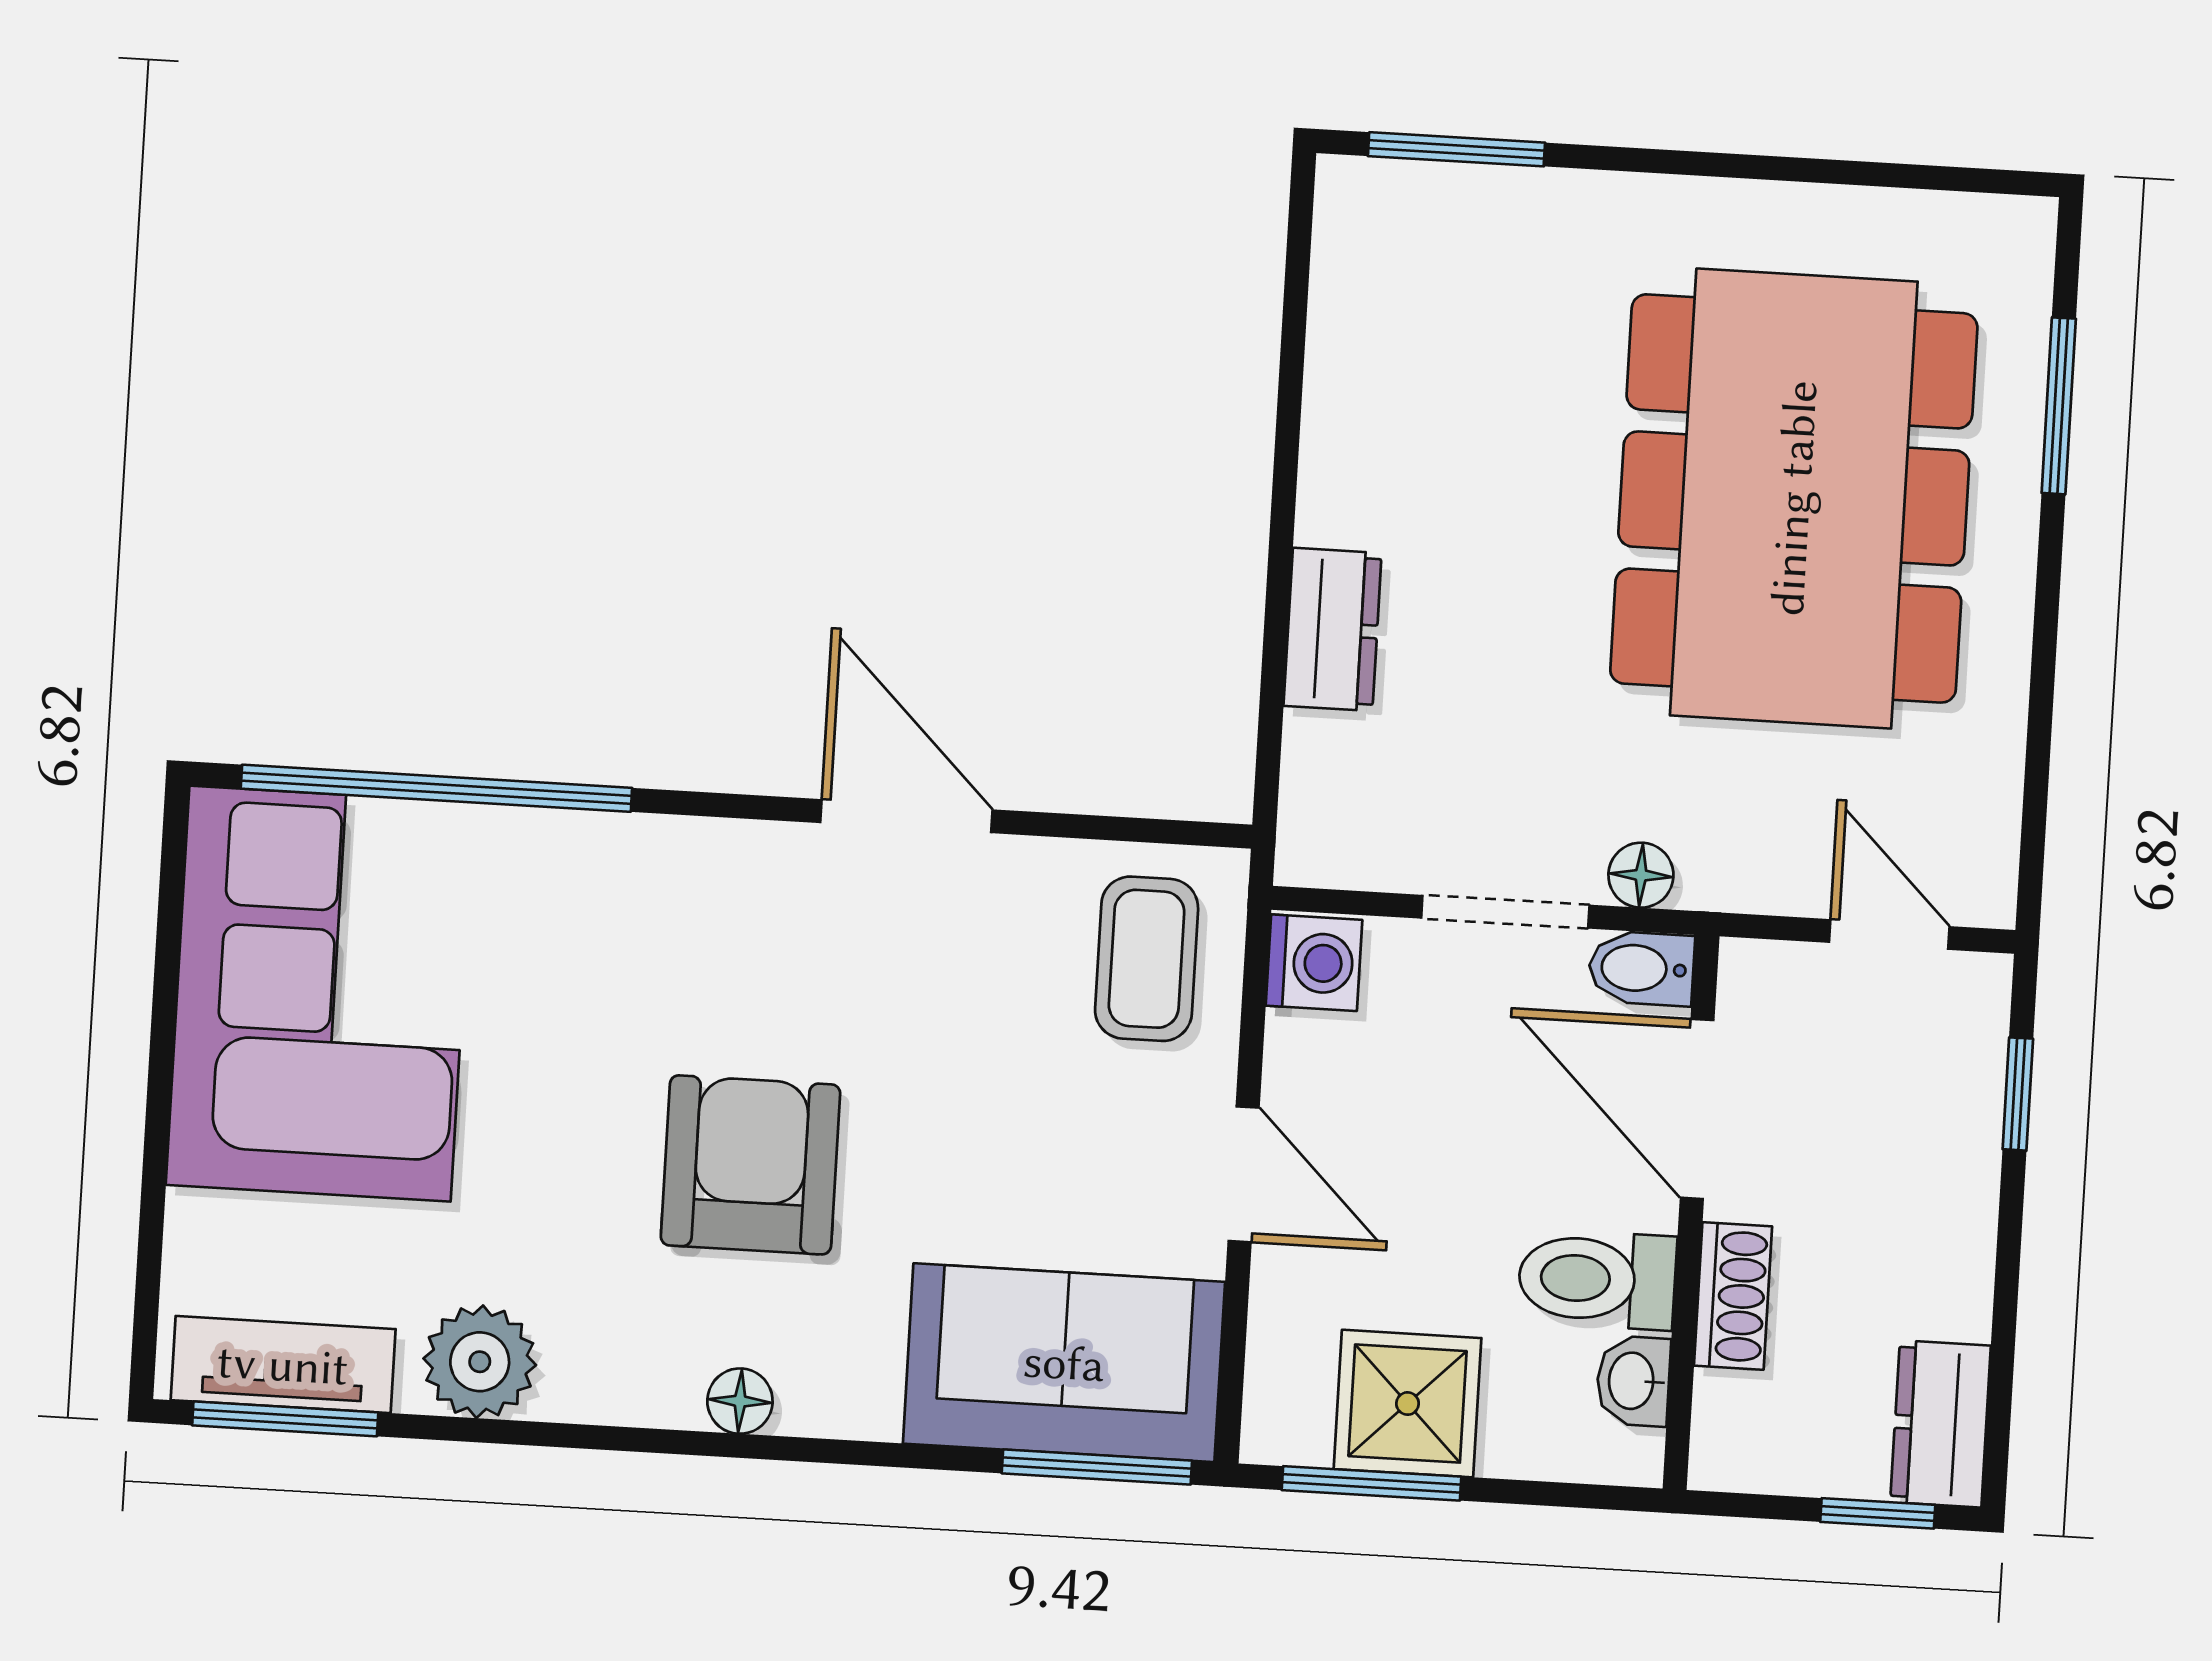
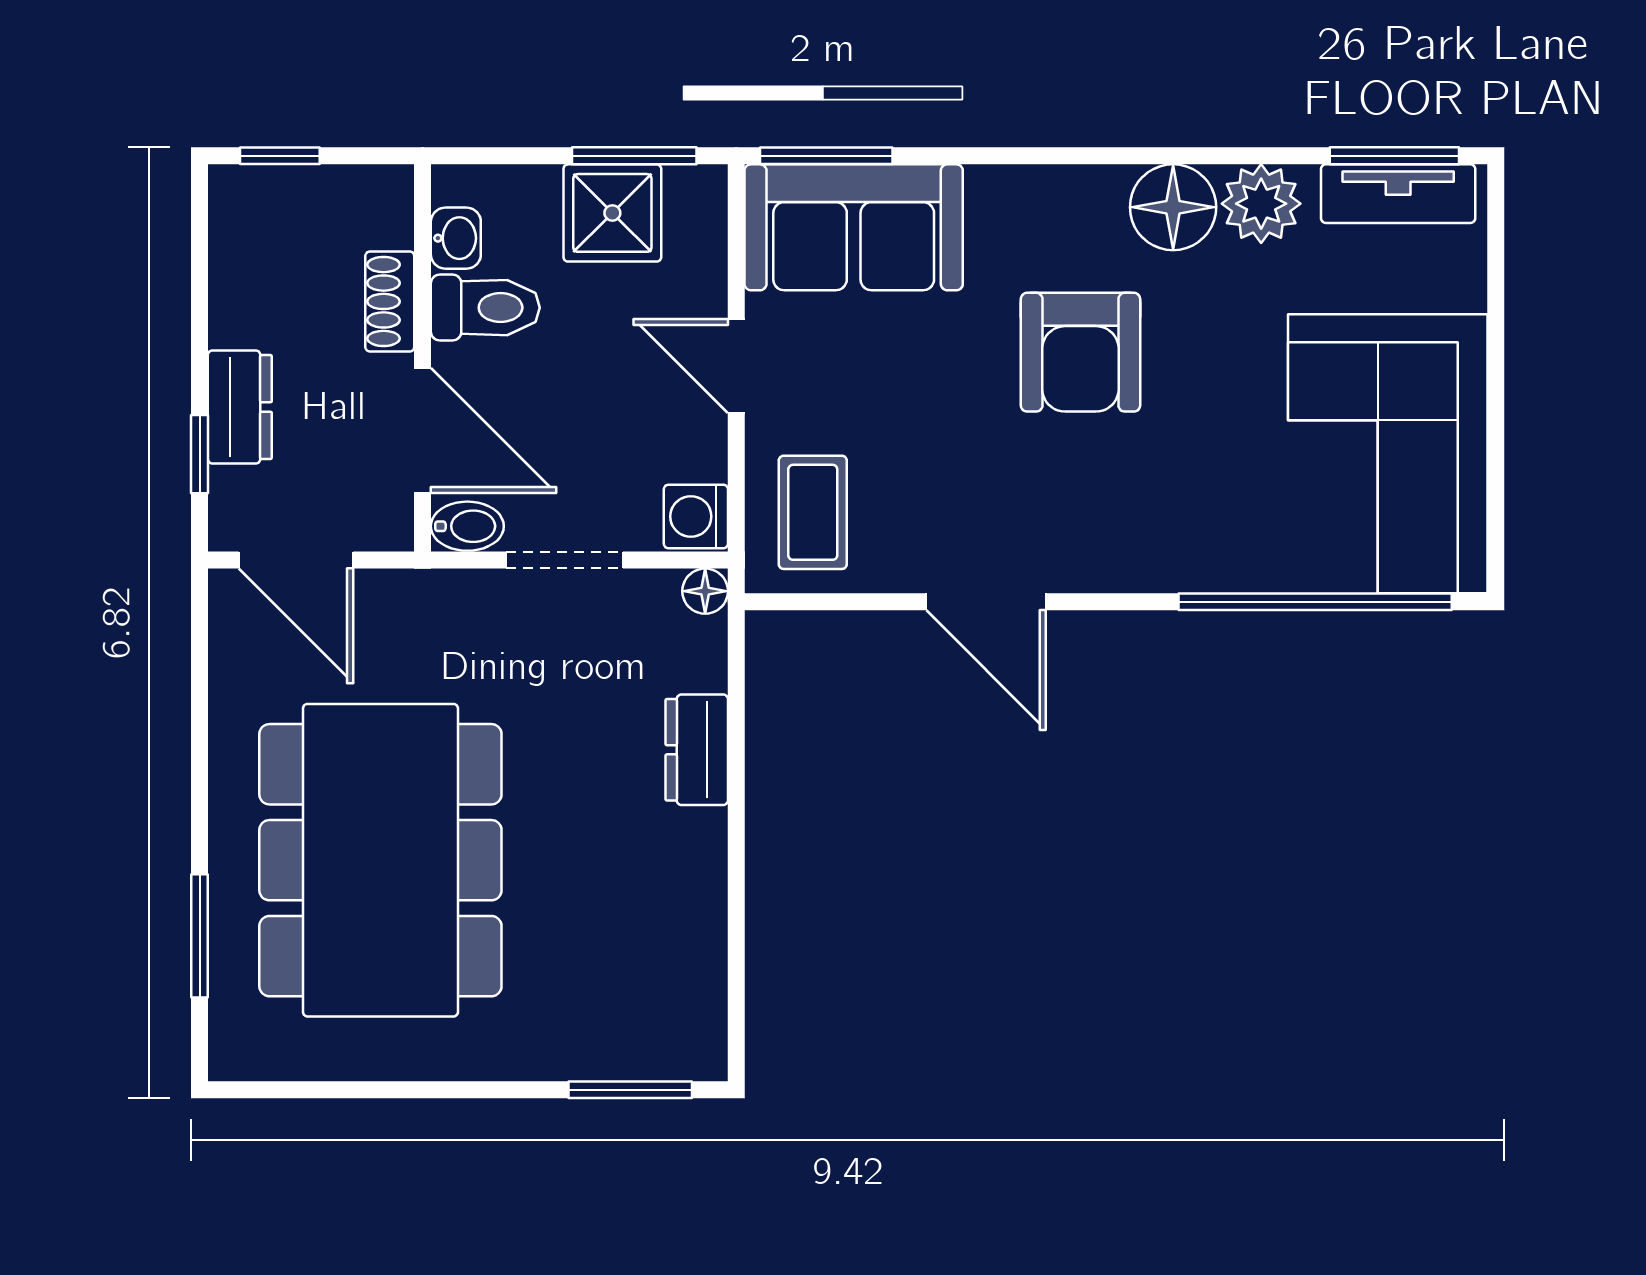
floor lamp: (1641, 875) -> (705, 591), moved
door: (1889, 935) -> (296, 560), width x1.38
floor lamp: (740, 1401) -> (1173, 207), moved, width x1.89, depth x1.89
dresser: (1941, 1424) -> (240, 407), moved

